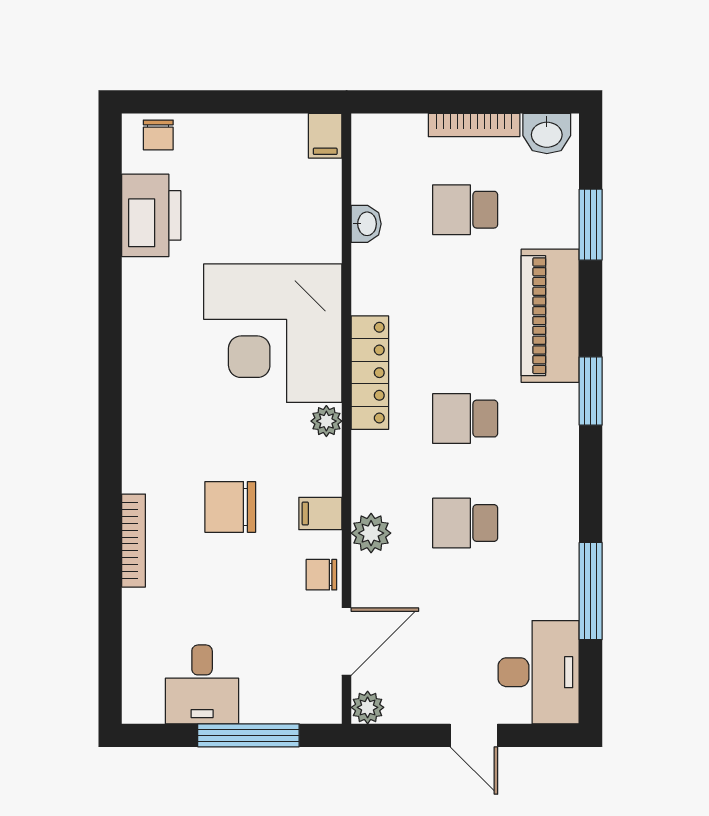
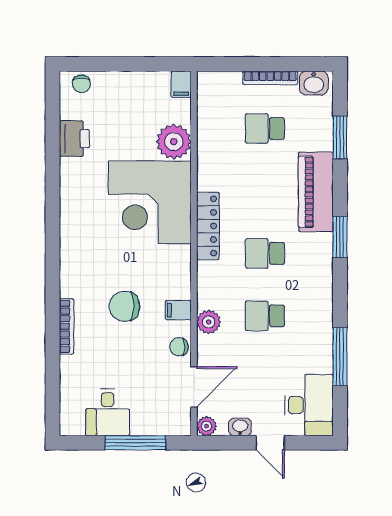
printer: (151, 215) -> (74, 139), width x0.73, depth x0.84
washbasin: (366, 224) -> (240, 427), moved, turned -90
plant: (326, 421) -> (174, 142), moved, width x1.88, depth x1.88

